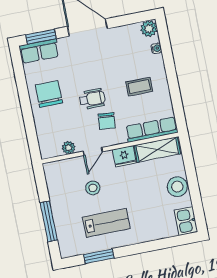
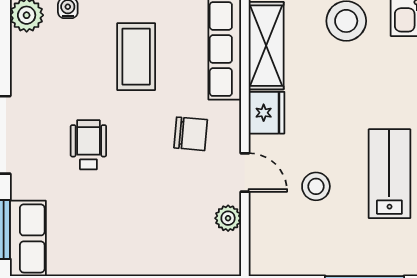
coffee table: (139, 87) -> (136, 57), width x1.36, depth x1.30
chair: (49, 94) -> (115, 236), removed
wheelchair: (92, 99) -> (88, 145), moved

